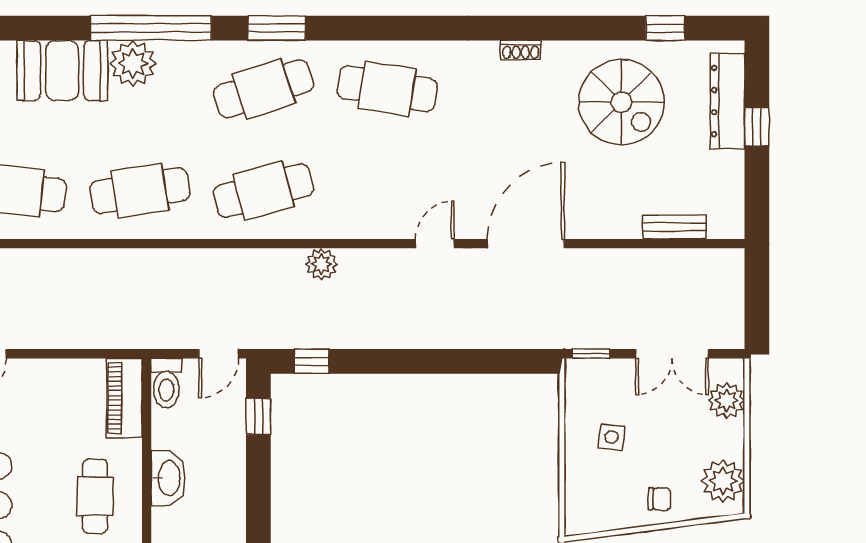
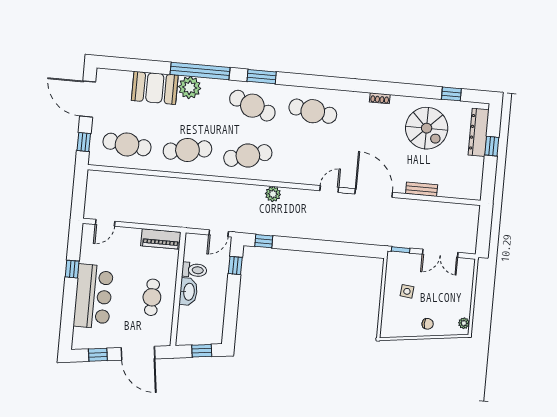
cafe table: (264, 89) -> (252, 106), turned 39
bench: (675, 227) -> (422, 189), moved
door: (526, 244) -> (374, 193), hinge flipped
toilet: (166, 383) -> (194, 270), moved, turned -90
piano: (124, 398) -> (161, 239), moved, turned -90
plant: (727, 400) -> (465, 279), removed
plant: (723, 481) -> (464, 323), width x0.53, depth x0.53

